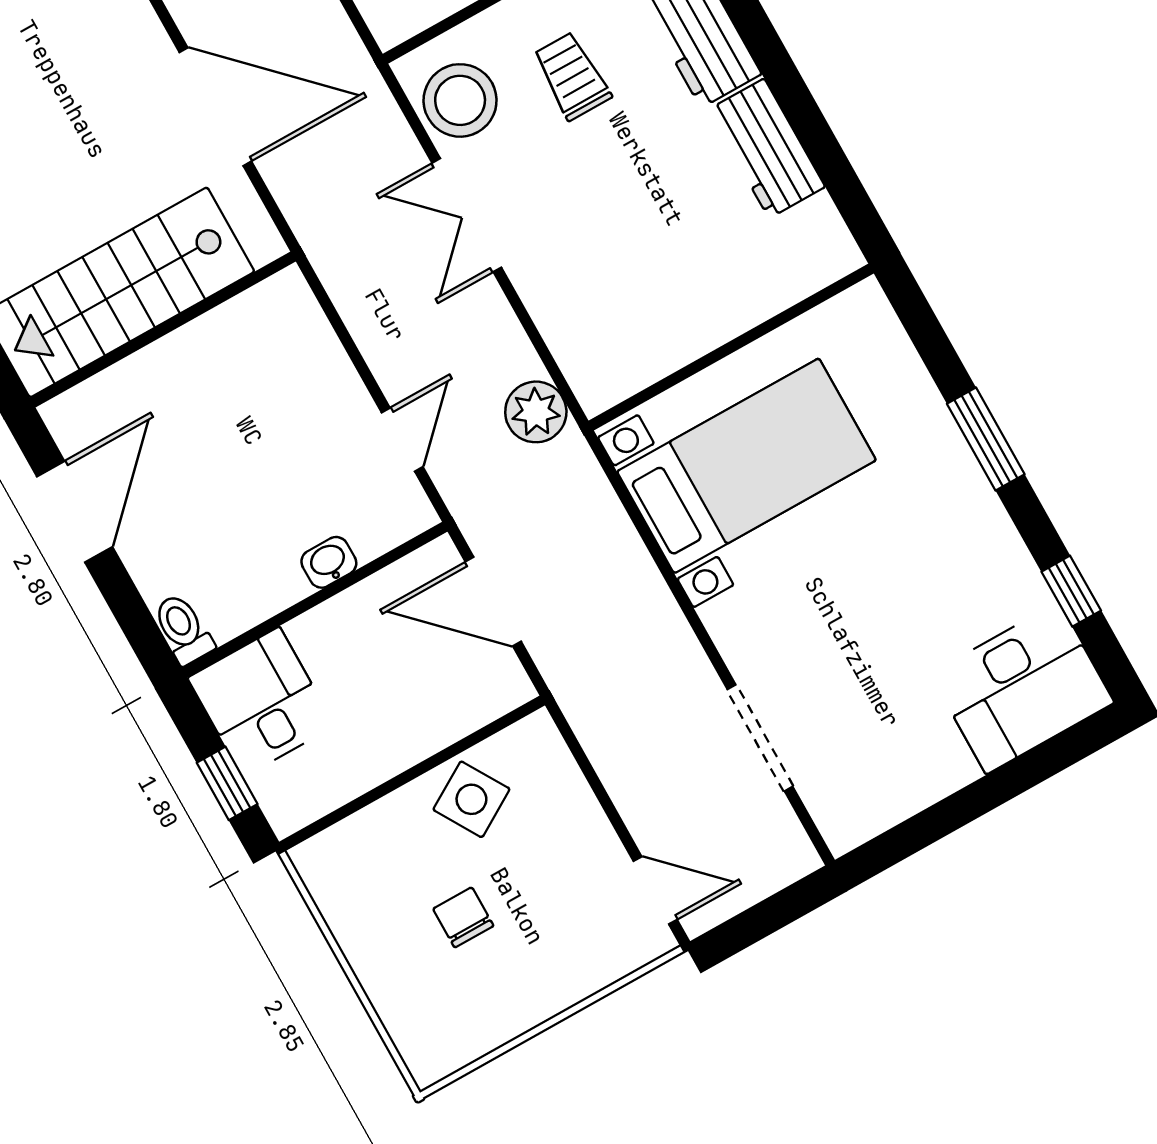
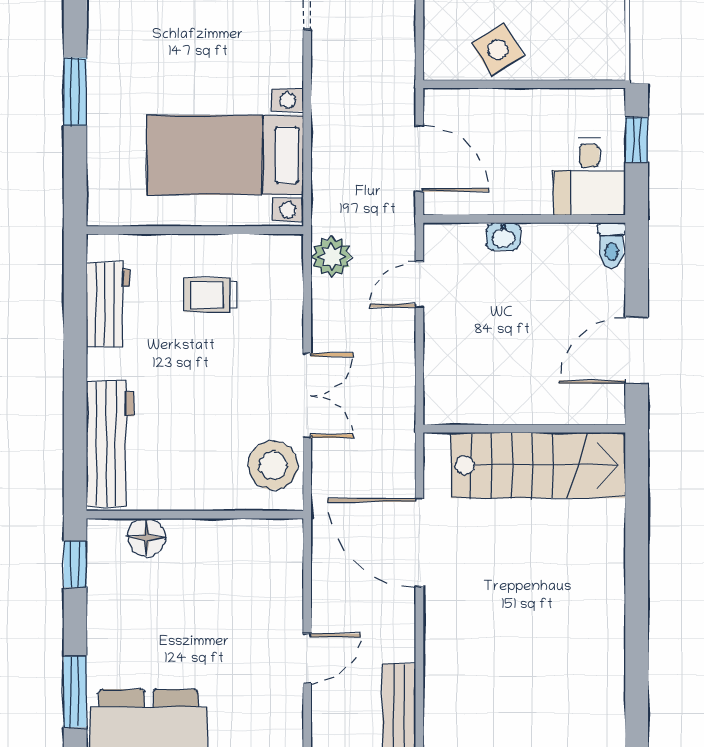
trolley: (572, 76) -> (210, 295), moved, turned 90
workbench: (767, 148) -> (108, 305), moved

